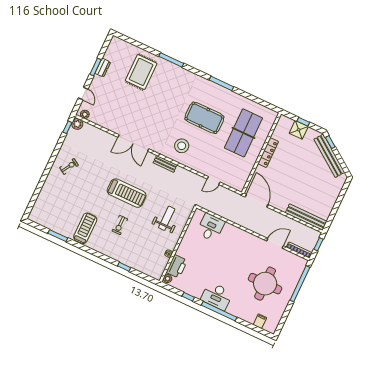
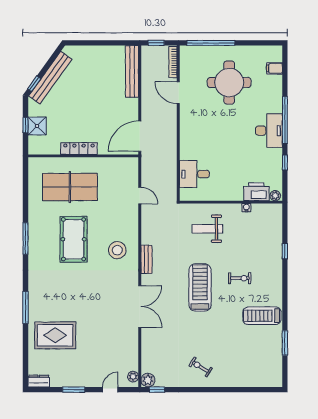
dresser: (103, 68) -> (39, 381), moved

